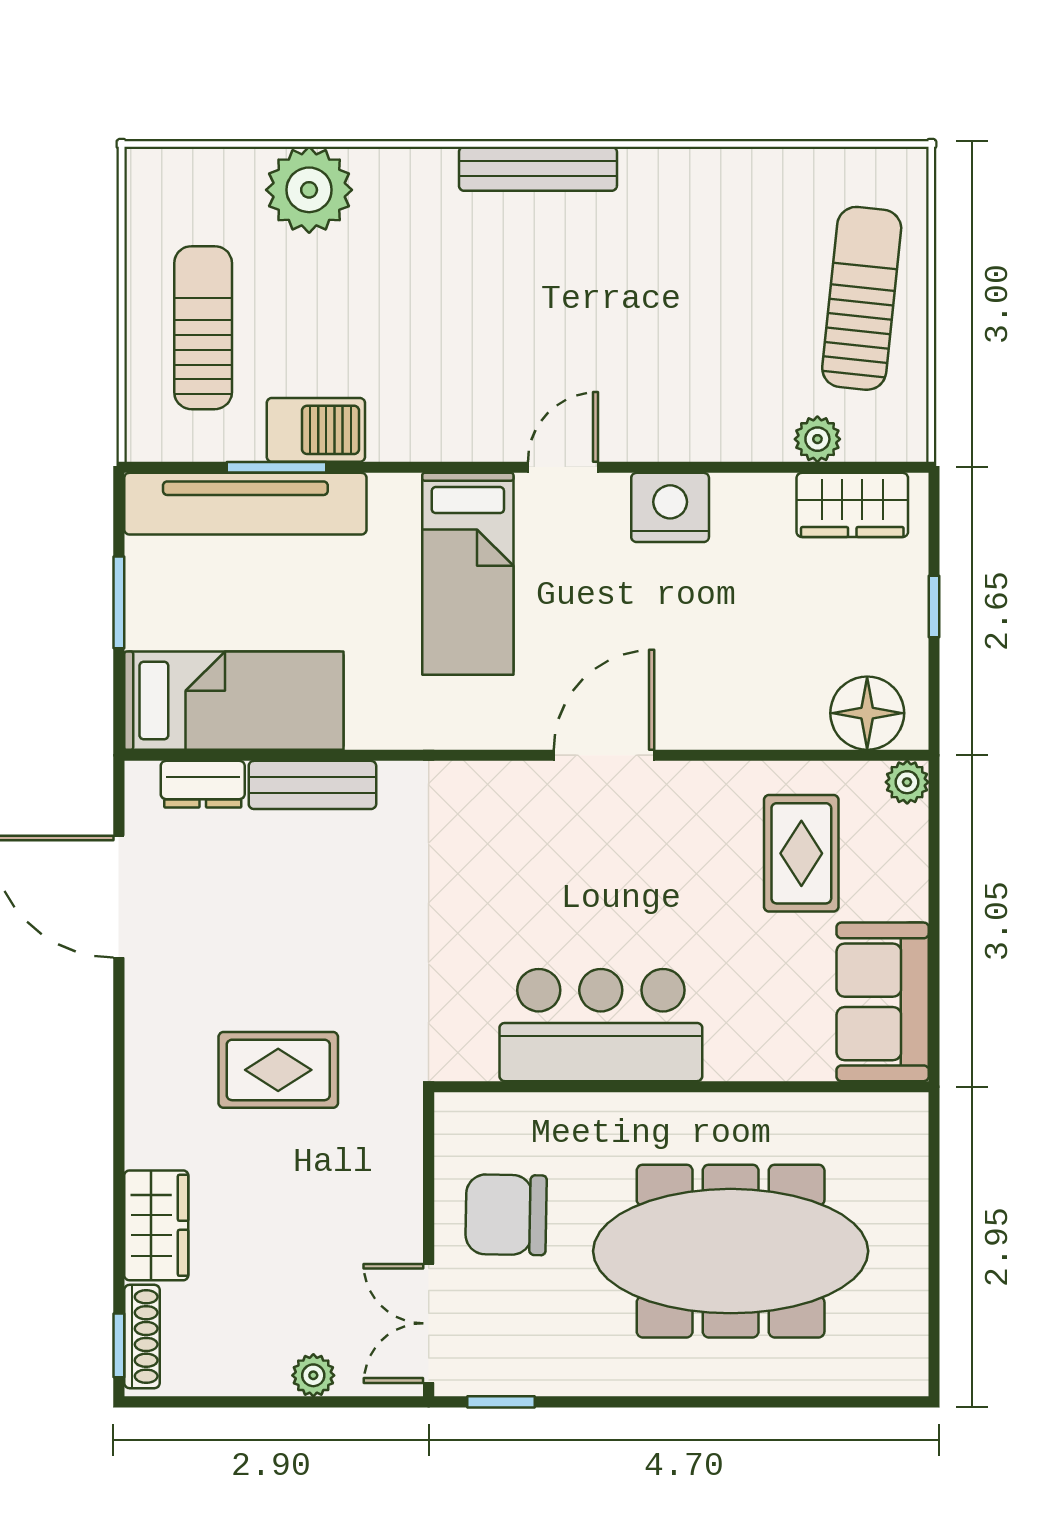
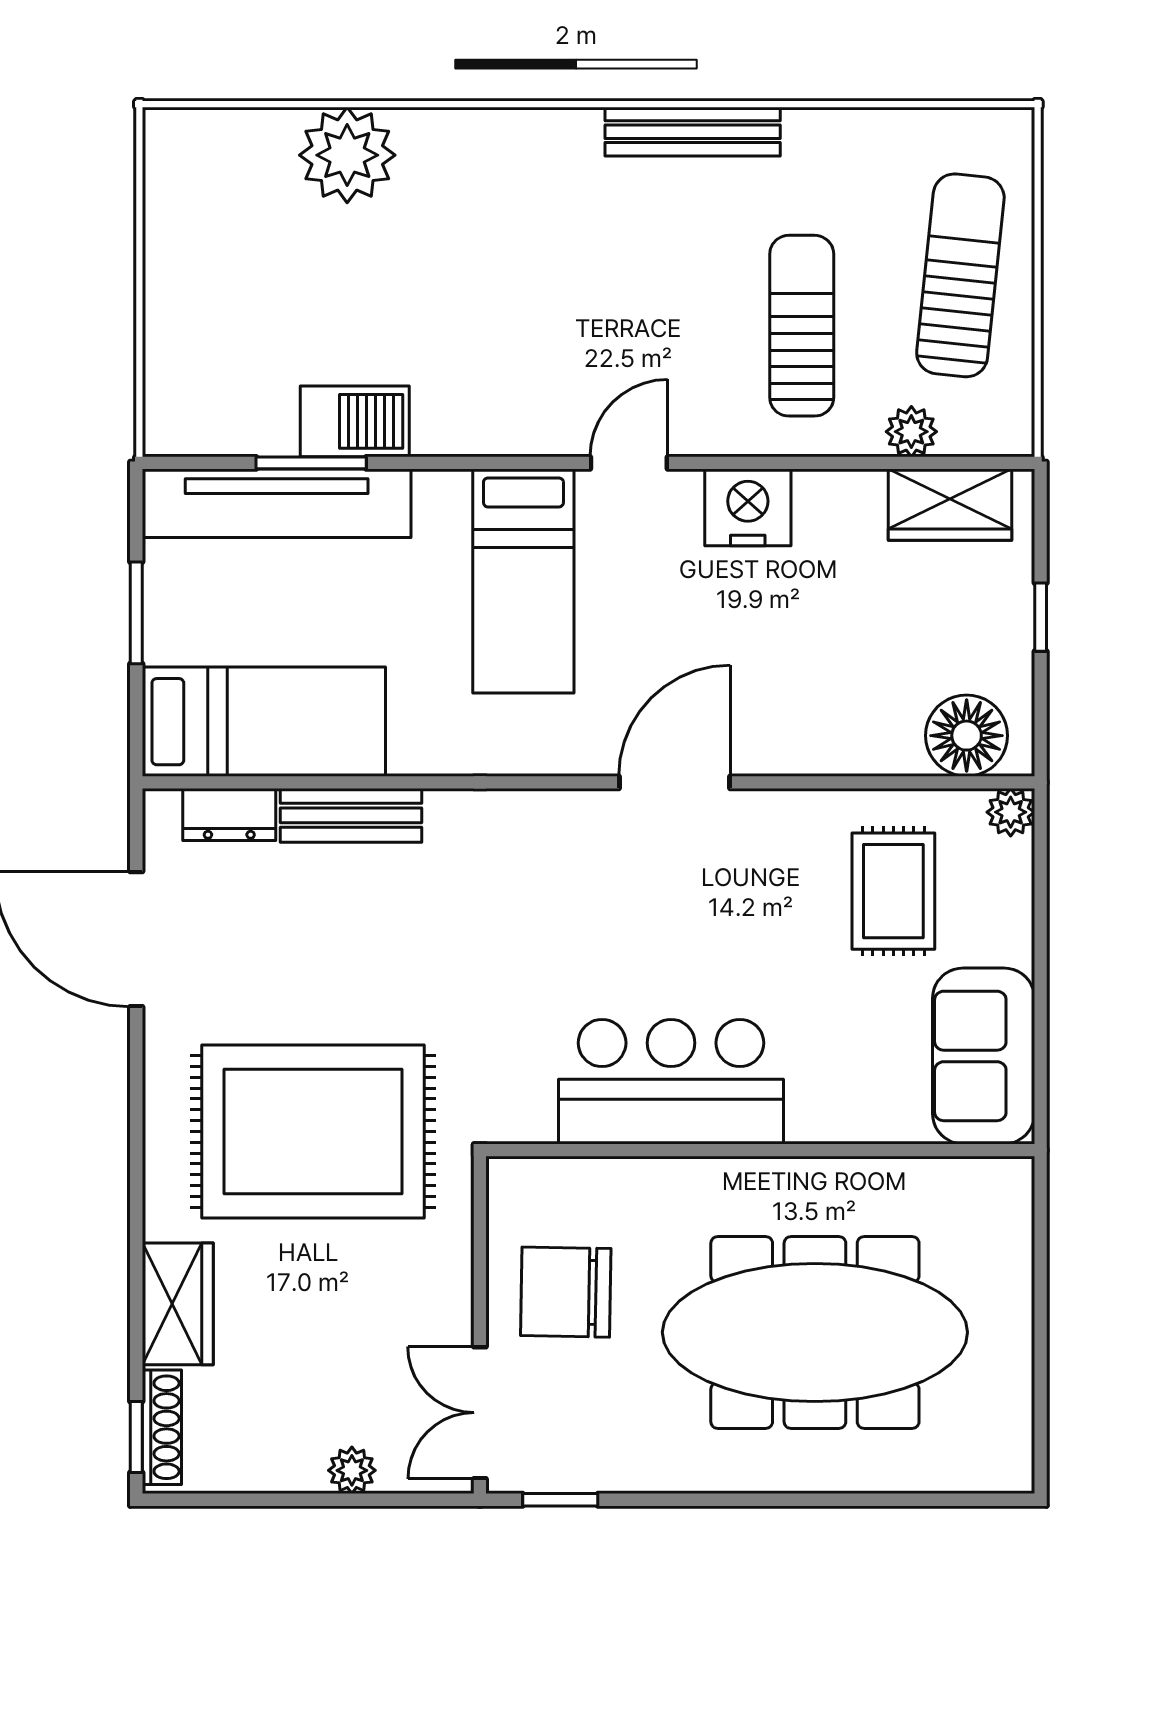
bench: (538, 169) -> (693, 132), moved
sun lounger: (203, 328) -> (802, 326), moved
rug: (278, 1070) -> (313, 1131), width x1.86, depth x2.06

